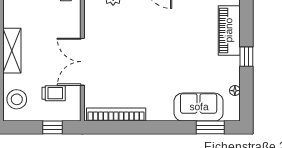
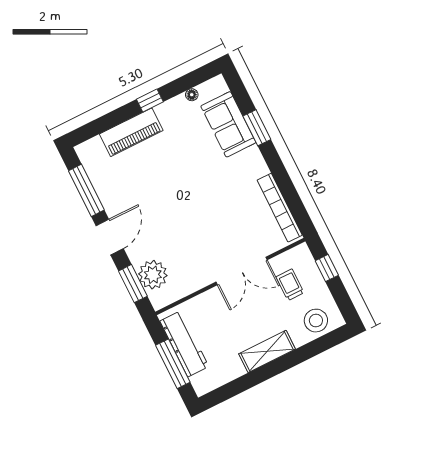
window: (210, 127) -> (257, 128), moved

